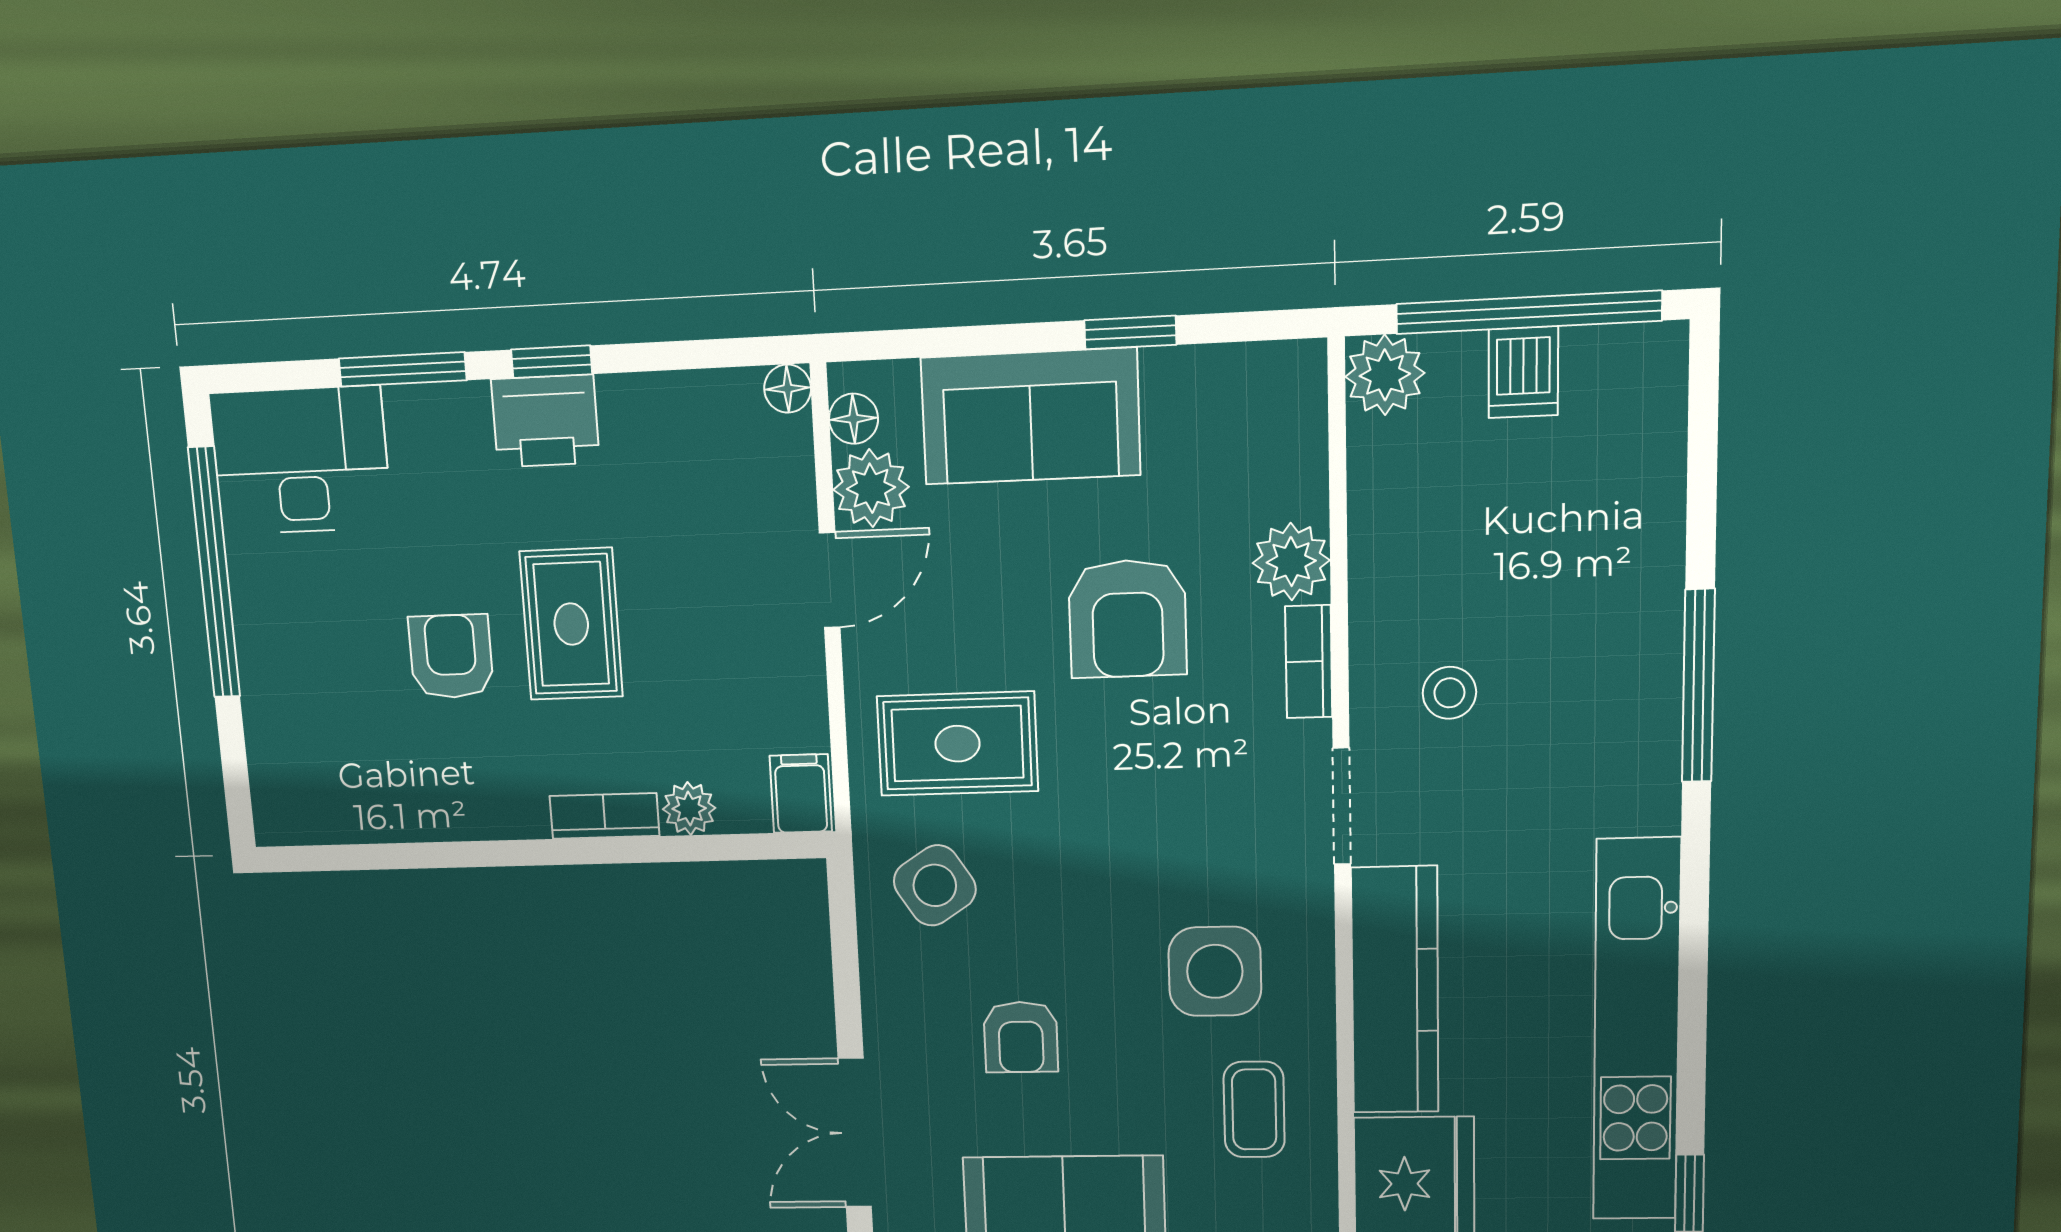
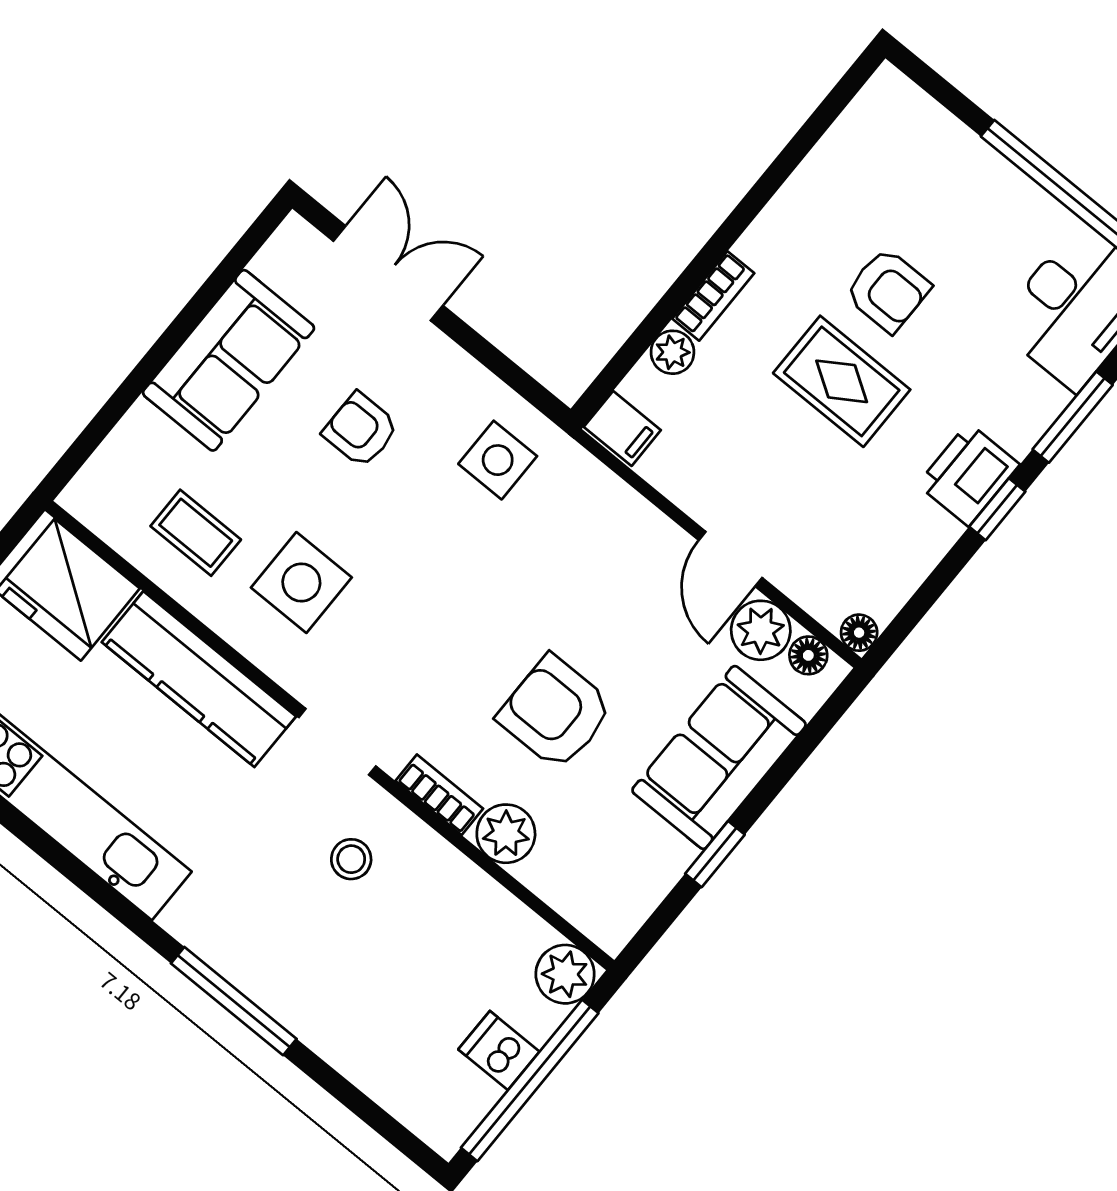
rug: (958, 744) -> (570, 549), removed
side table: (935, 885) -> (498, 460), turned 33

